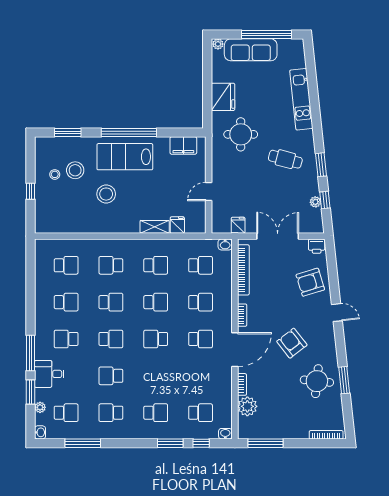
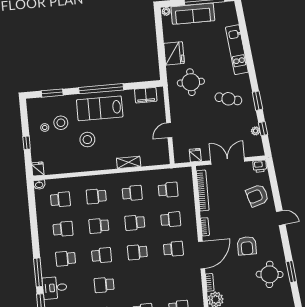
fridge: (177, 225) -> (38, 169), moved
washbasin: (225, 244) -> (39, 185), moved
school desk: (111, 302) -> (99, 226), turned 180
school desk: (156, 302) -> (135, 223), turned 180
armchair: (292, 343) -> (247, 246), turned -142

